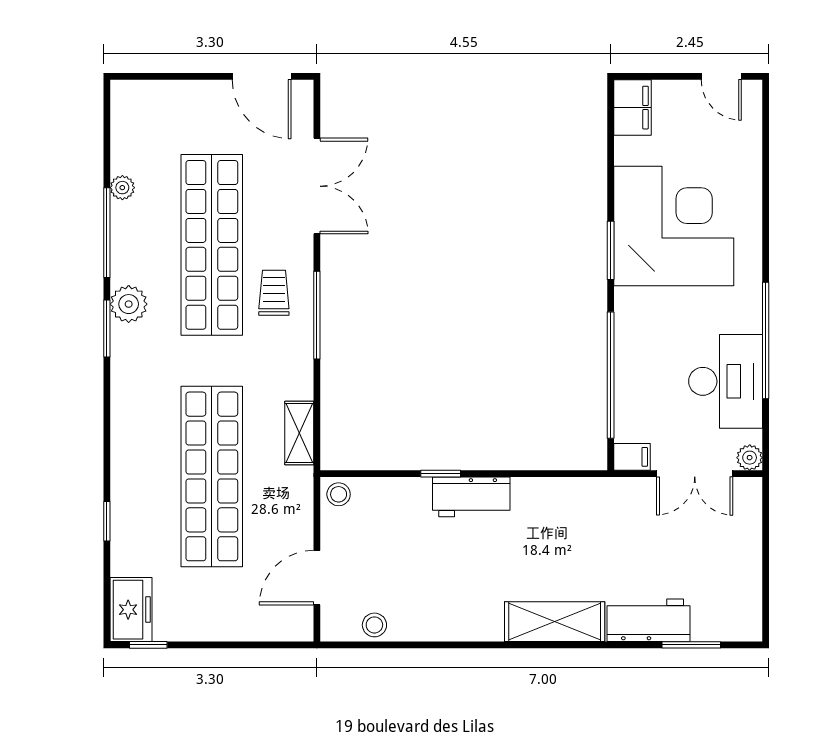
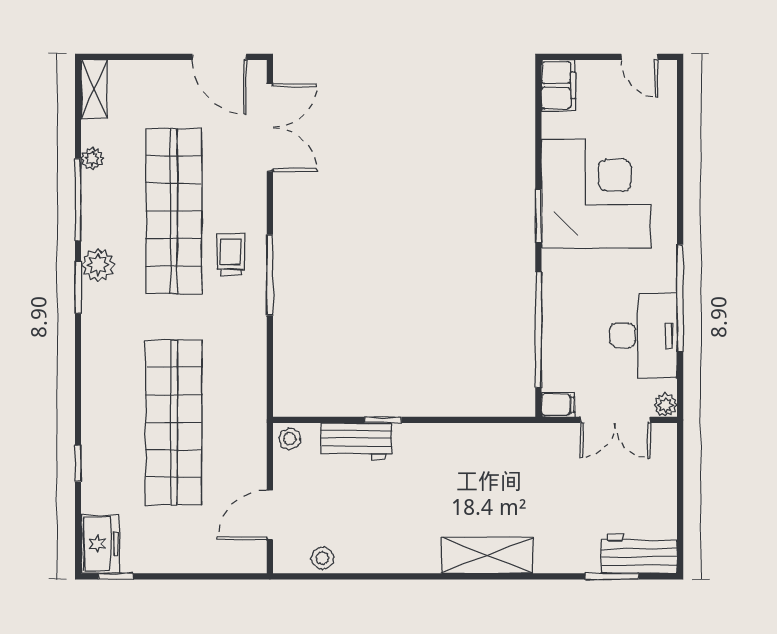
double door: (317, 186) -> (270, 128), moved
shelving: (299, 433) -> (94, 89), moved
workbench: (471, 497) -> (356, 441), moved
workbench: (649, 620) -> (639, 554), moved

